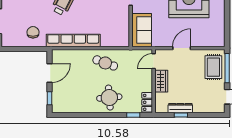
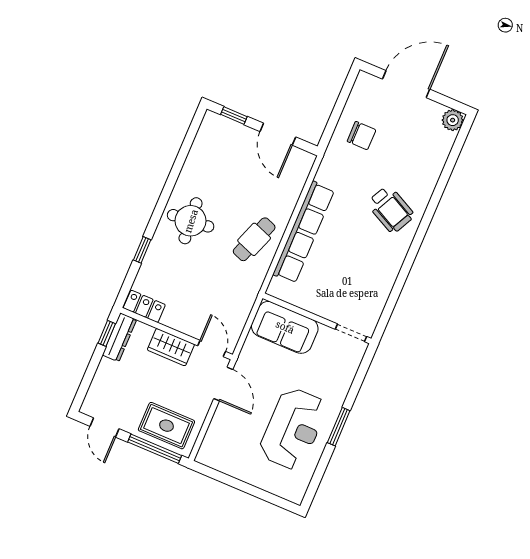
row of seats: (73, 40) -> (304, 232), moved
door: (154, 61) -> (212, 349), moved
wall: (154, 81) -> (177, 334), moved
wardrobe: (161, 81) -> (171, 347), moved
locker: (147, 102) -> (144, 306), moved

